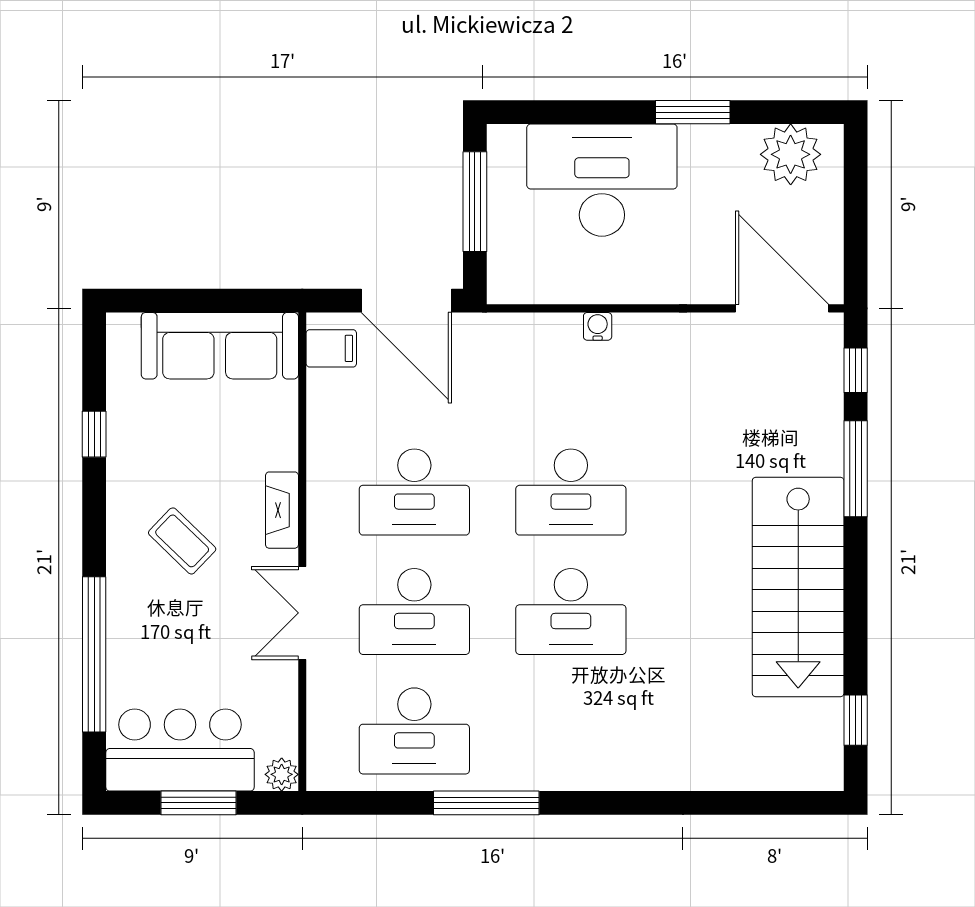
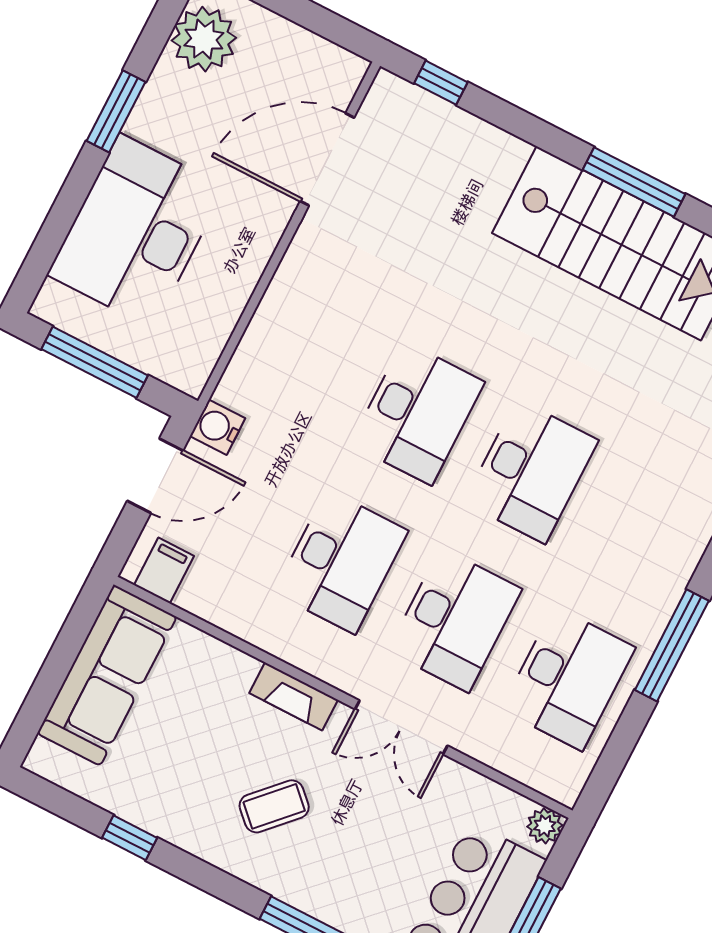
door: (406, 301) -> (155, 476), width x0.73
door: (782, 308) -> (327, 159), moved
water cooler: (598, 326) -> (218, 427), moved, width x1.38, depth x1.38
window: (856, 469) -> (634, 182), moved

